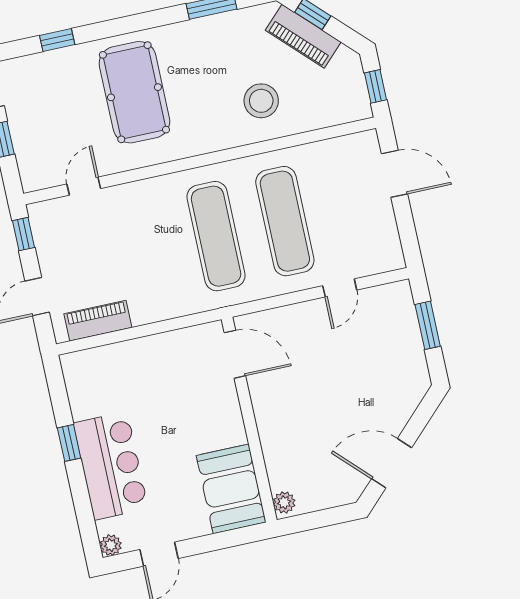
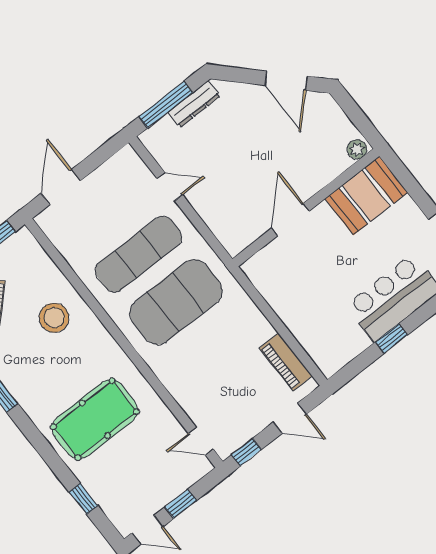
door: (84, 186) -> (201, 441), moved
exercise mat: (216, 236) -> (176, 302), width x1.47
window: (428, 325) -> (166, 105), width x1.44
door: (235, 354) -> (291, 220), moved
dresser: (414, 355) -> (194, 104), added

